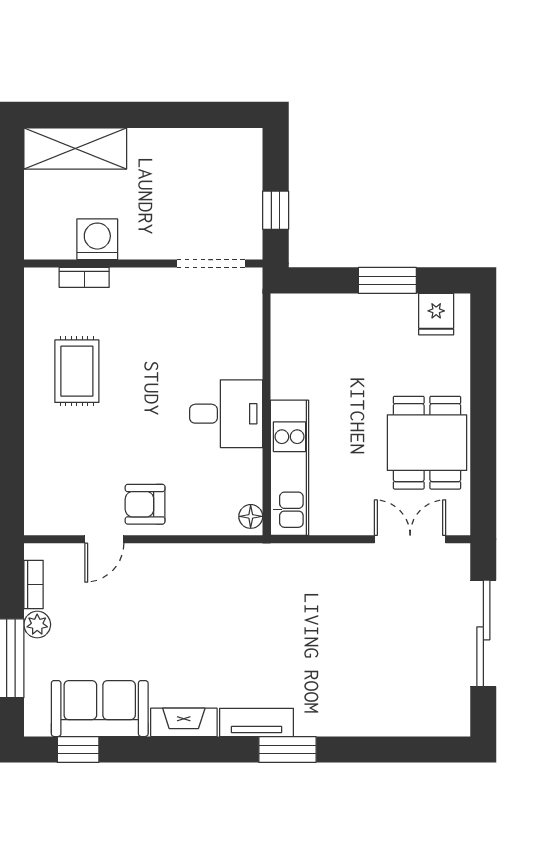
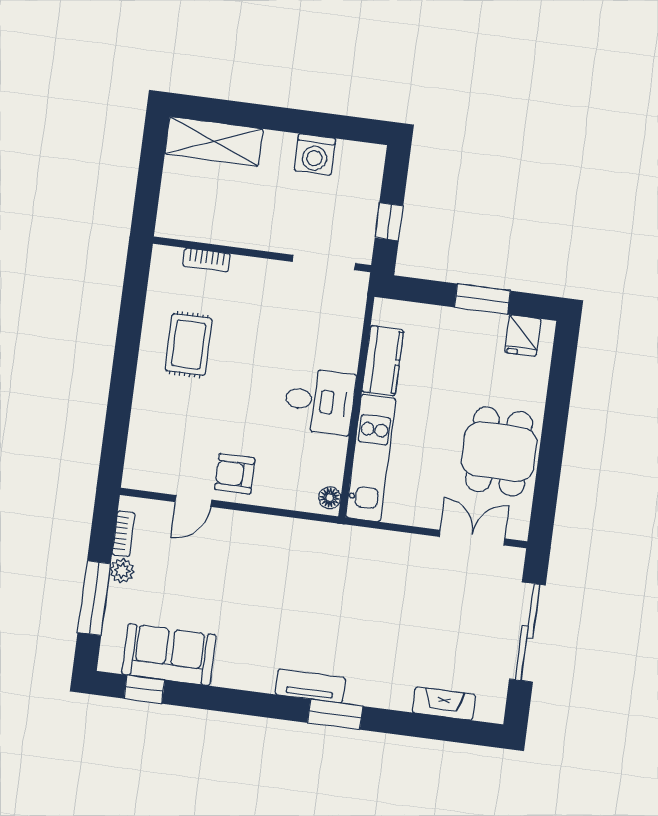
washing machine: (97, 239) -> (315, 155), moved, turned 180
kitchen counter: (289, 361) -> (383, 361), added
fireplace: (184, 722) -> (444, 704), moved

